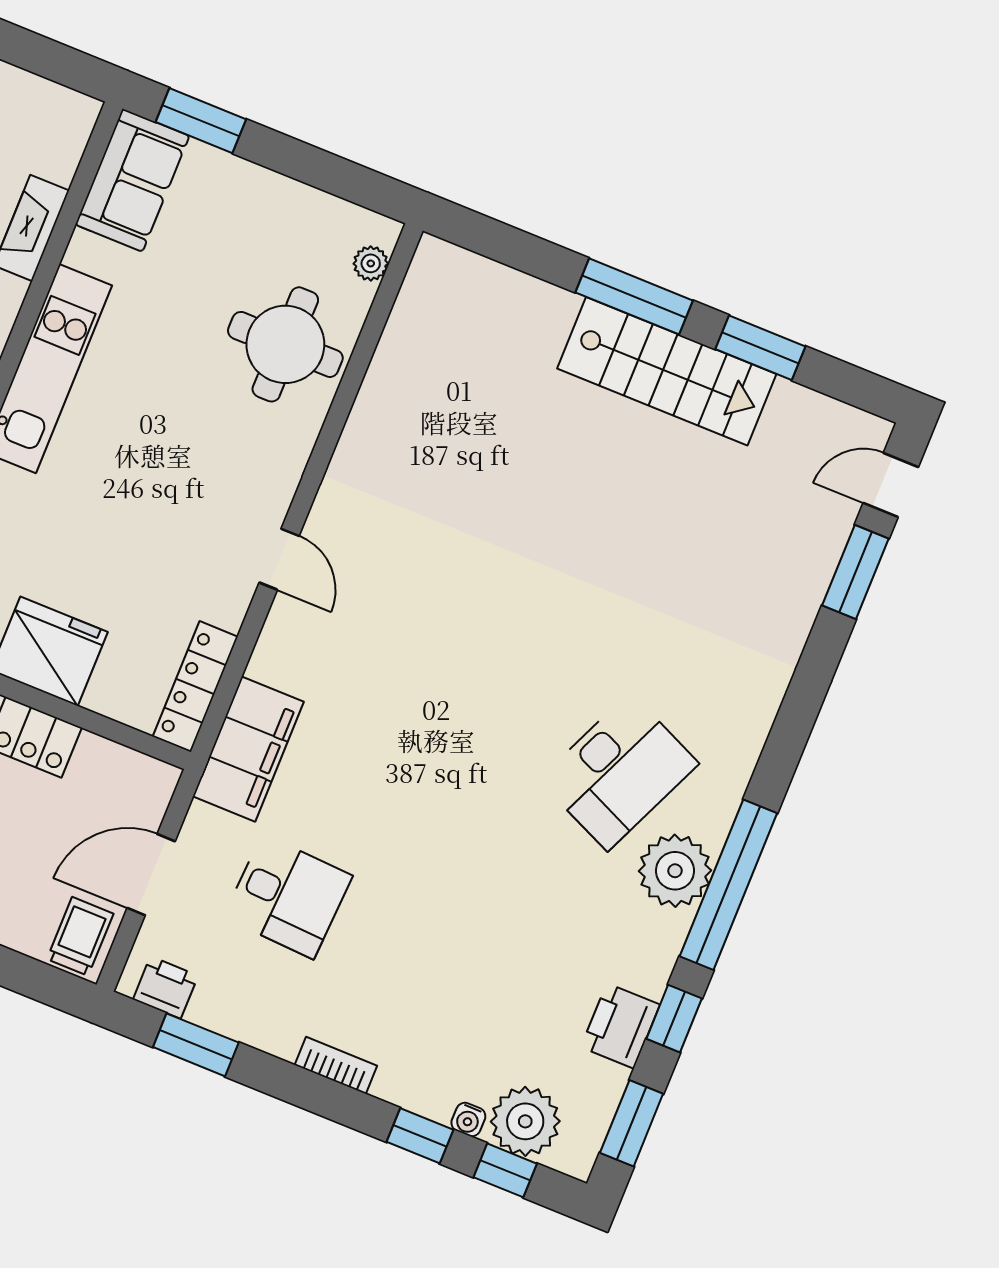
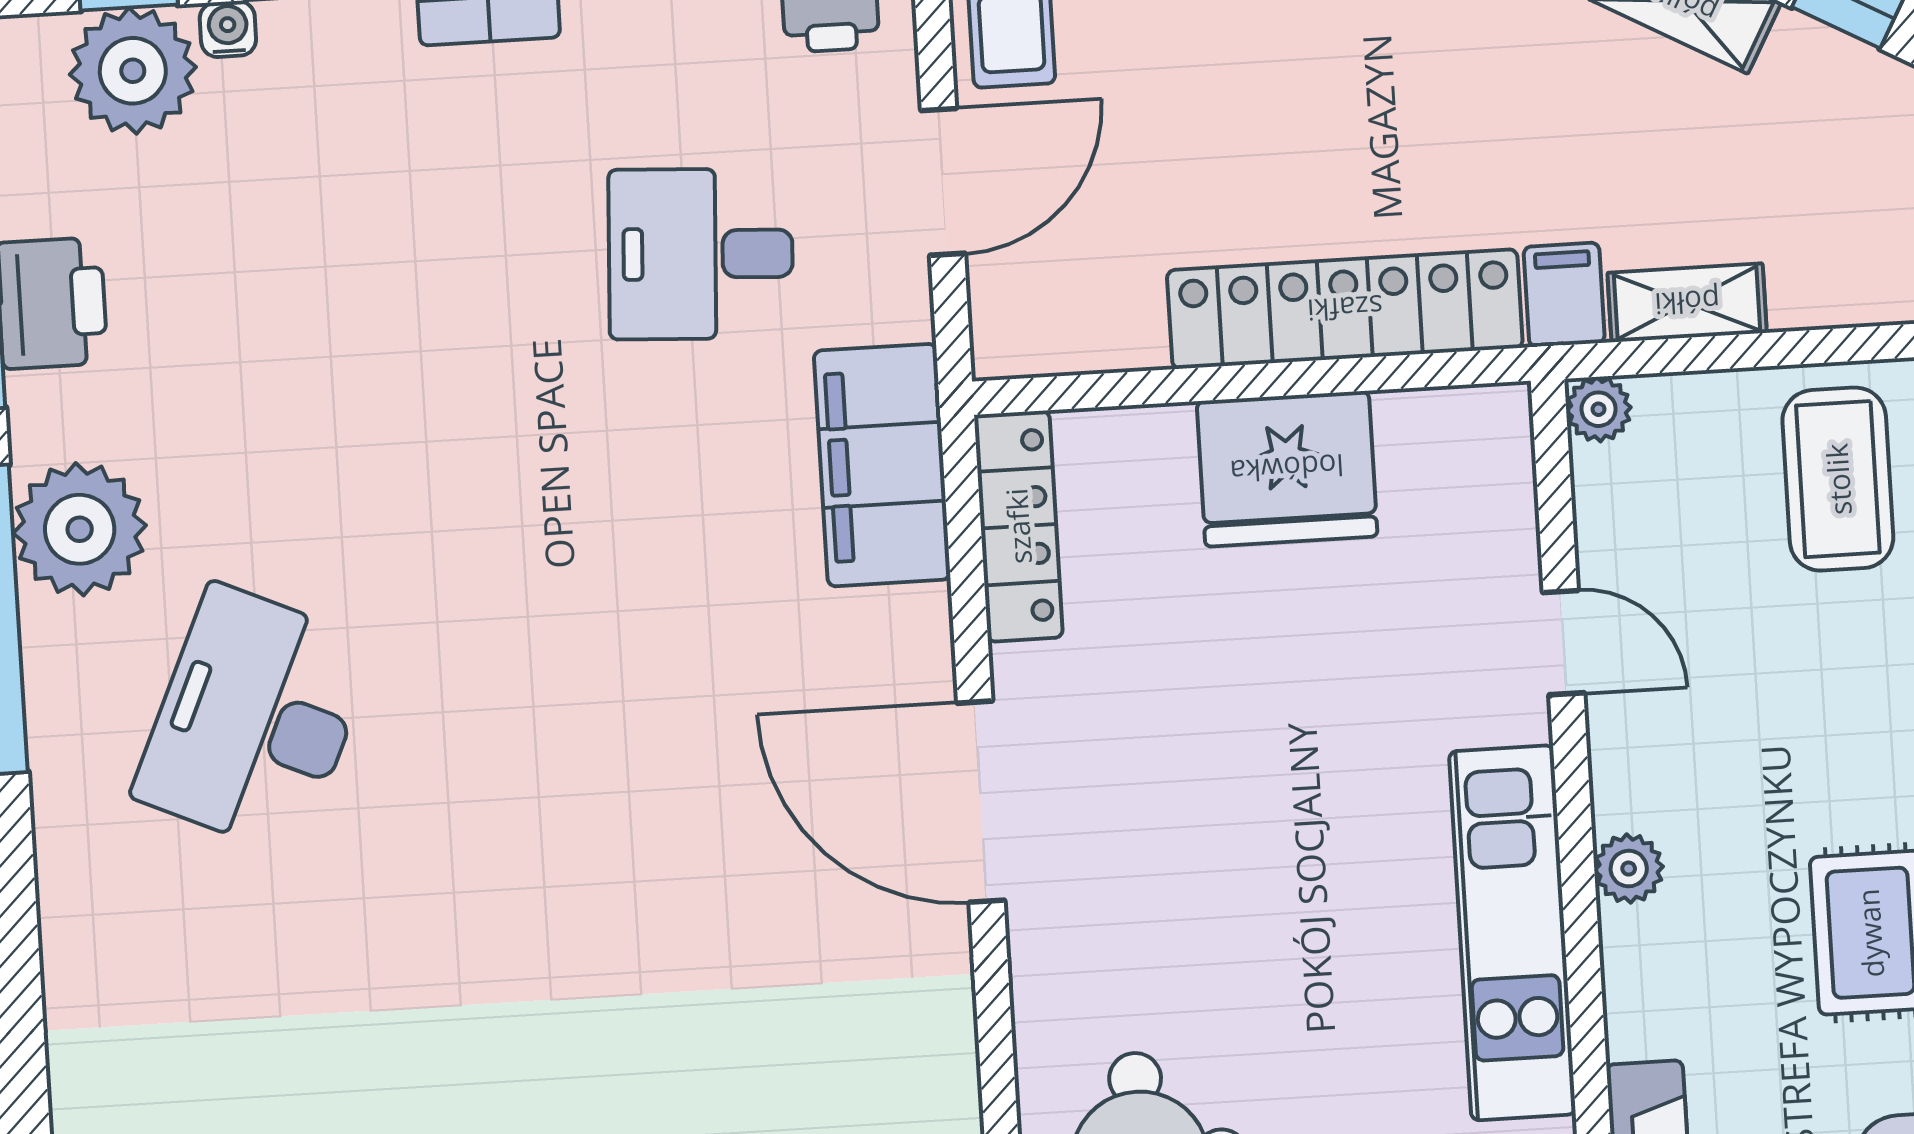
door: (279, 559) -> (981, 802), width x1.87
plant: (675, 871) -> (80, 529), moved

